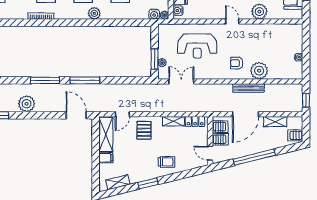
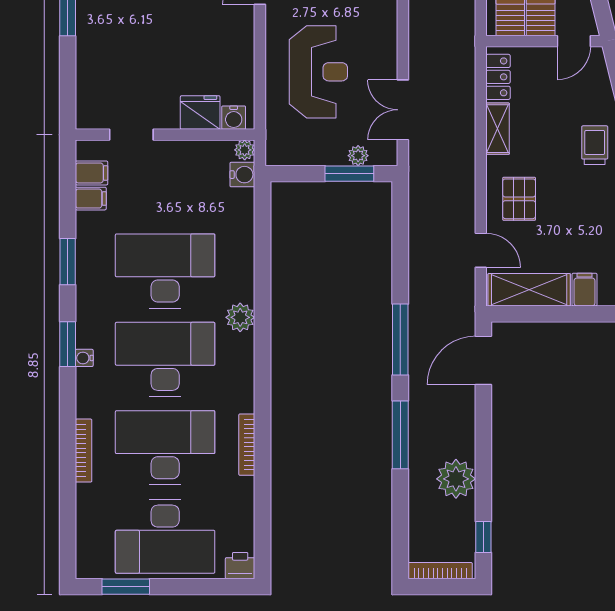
pallet: (144, 130) -> (519, 199), turned 90

